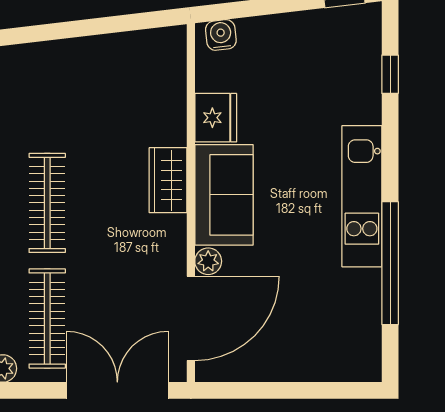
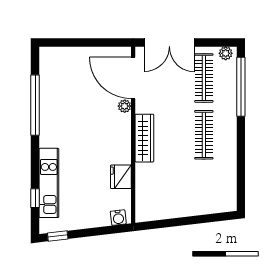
wardrobe: (168, 180) -> (144, 138), width x1.50
sofa: (224, 195) -> (117, 139), removed
kitchen unit: (362, 196) -> (49, 183), moved
door: (191, 318) -> (133, 78), hinge flipped

